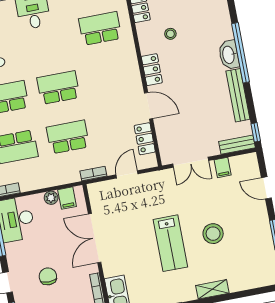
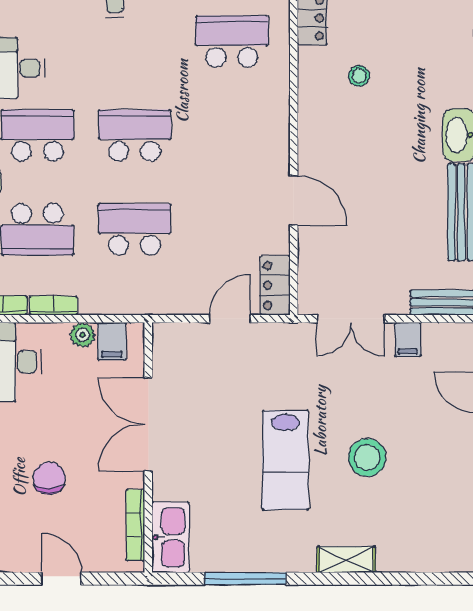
locker: (152, 70) -> (312, 135), removed
locker: (145, 139) -> (275, 285), moved
bookcase: (93, 174) -> (53, 306), moved

